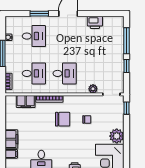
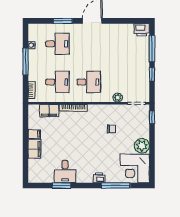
printer: (95, 22) -> (142, 30), moved
chair: (63, 119) -> (87, 129), removed
filing cabinet: (11, 154) -> (34, 134), moved

